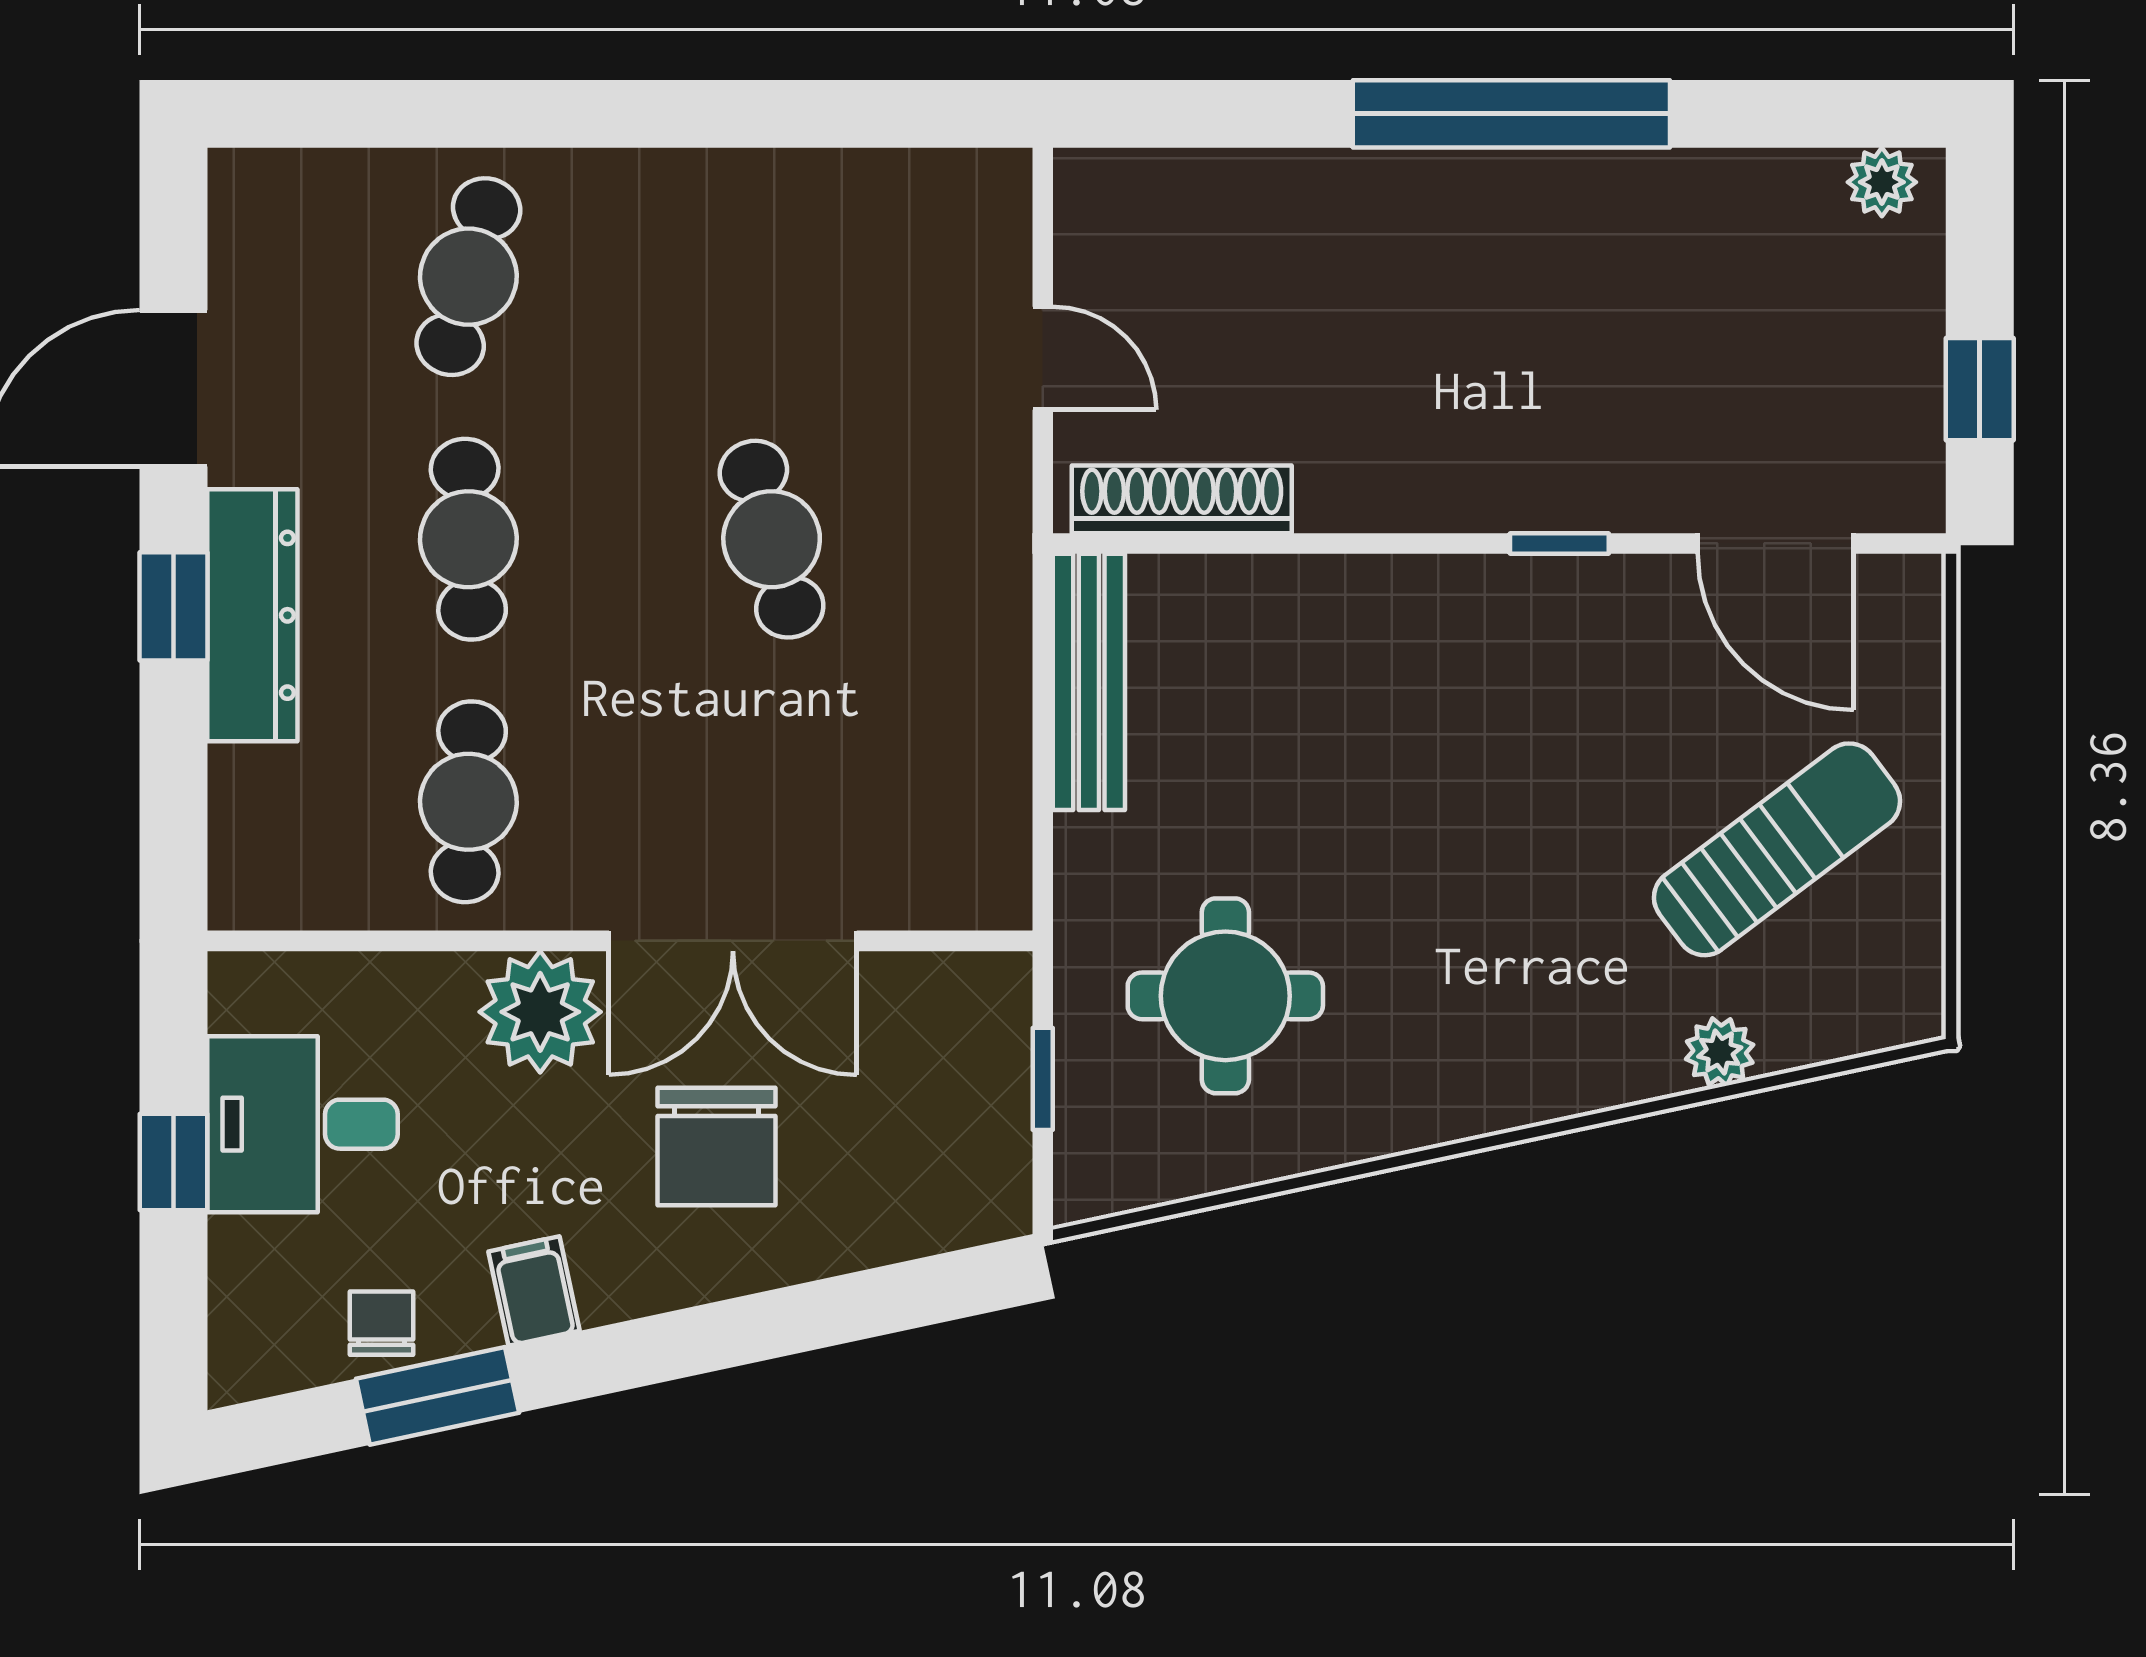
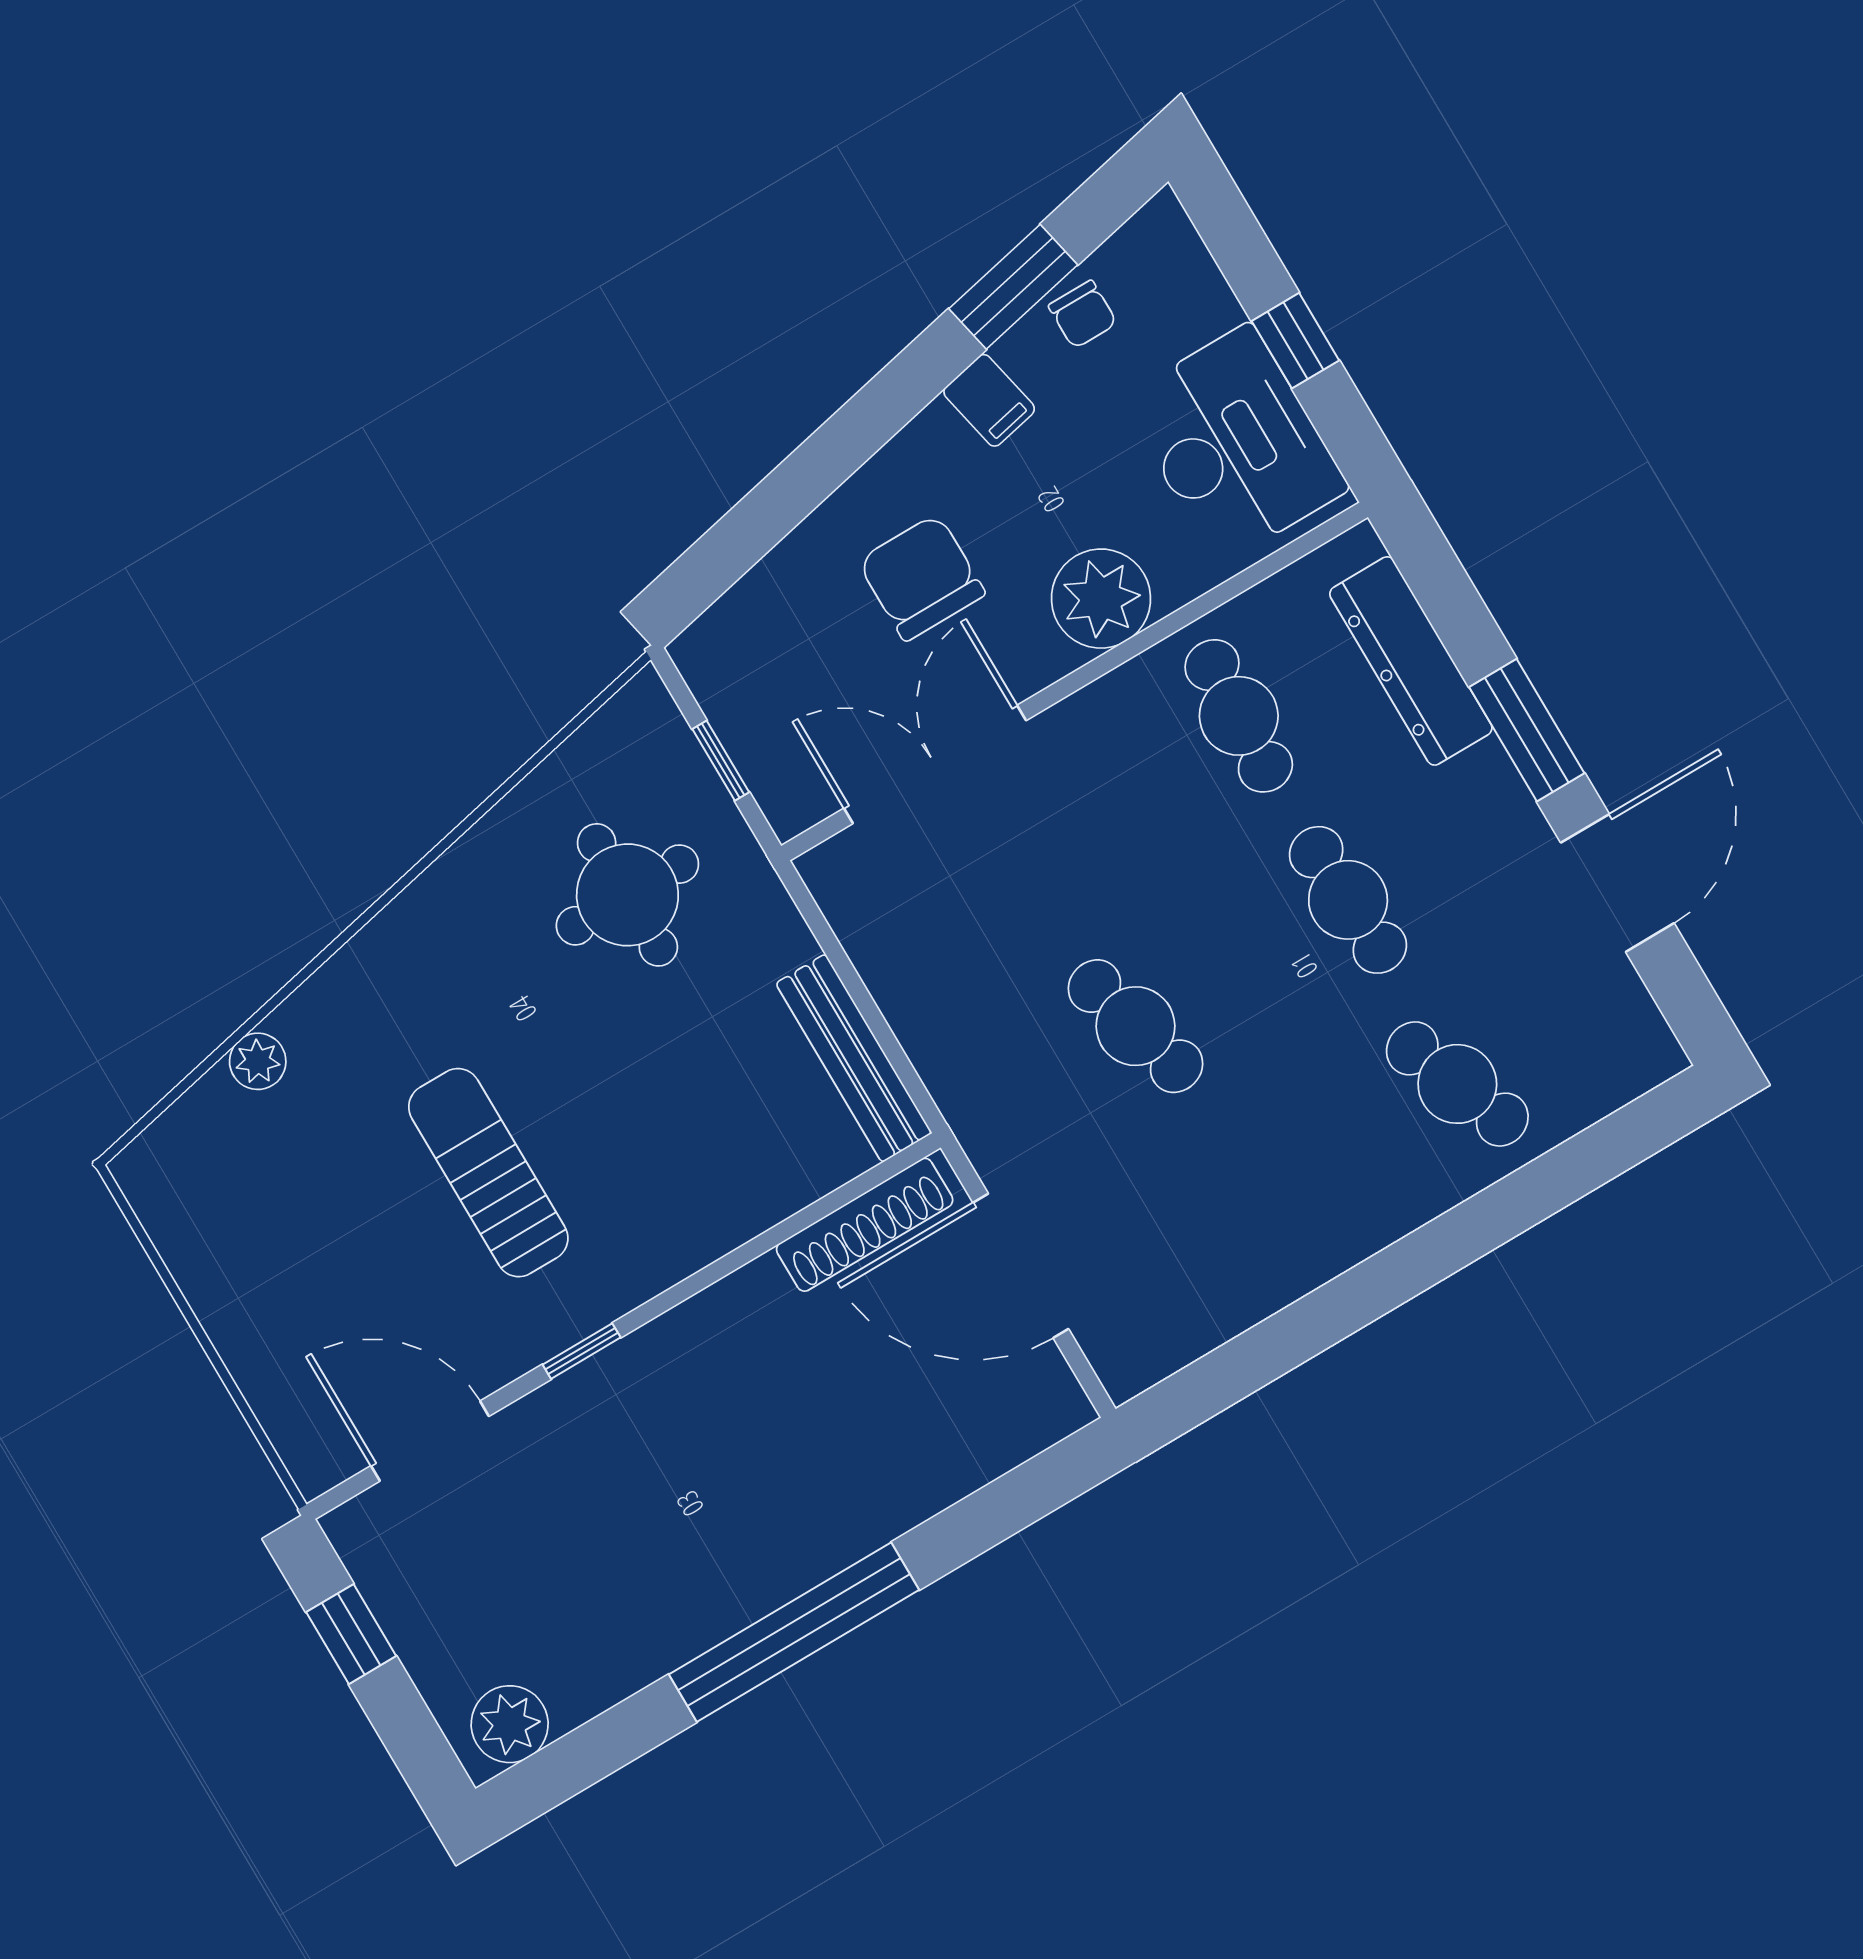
plant: (1882, 182) -> (510, 1724), width x1.38, depth x1.38
cafe table: (468, 277) -> (1457, 1084), turned -36
door: (1043, 358) -> (1021, 1266), width x1.87
window: (173, 606) -> (1527, 730), width x1.50
dresser: (252, 615) -> (1411, 661), moved
sun lounger: (1777, 849) -> (488, 1173), moved, turned 127
double door: (733, 941) -> (935, 764), moved
desk: (302, 1124) -> (1235, 444), width x1.37

